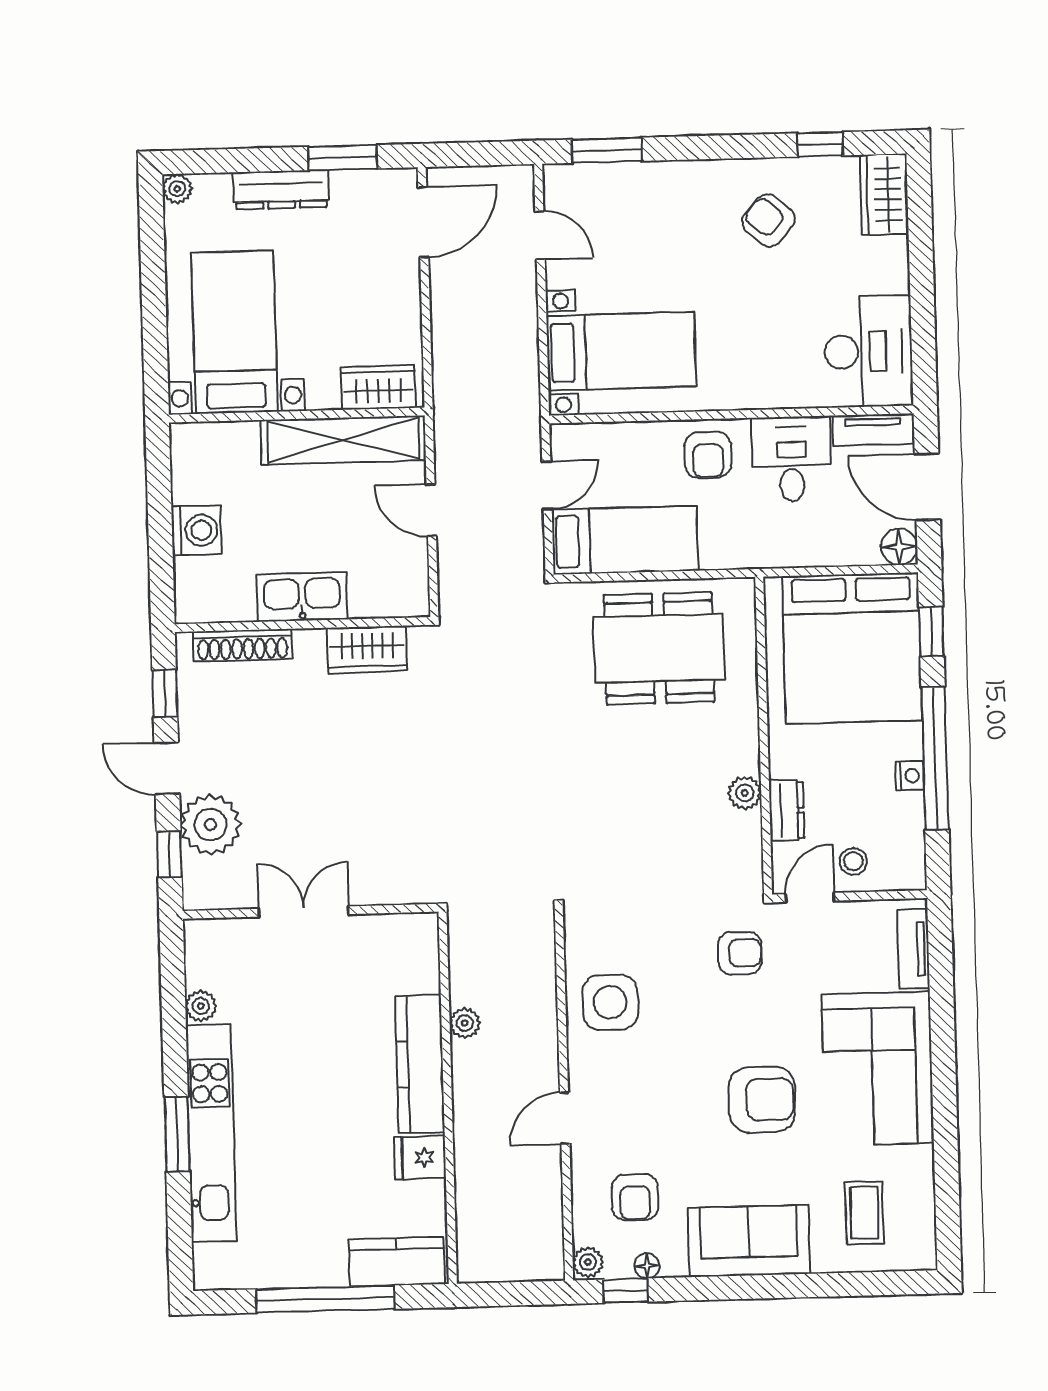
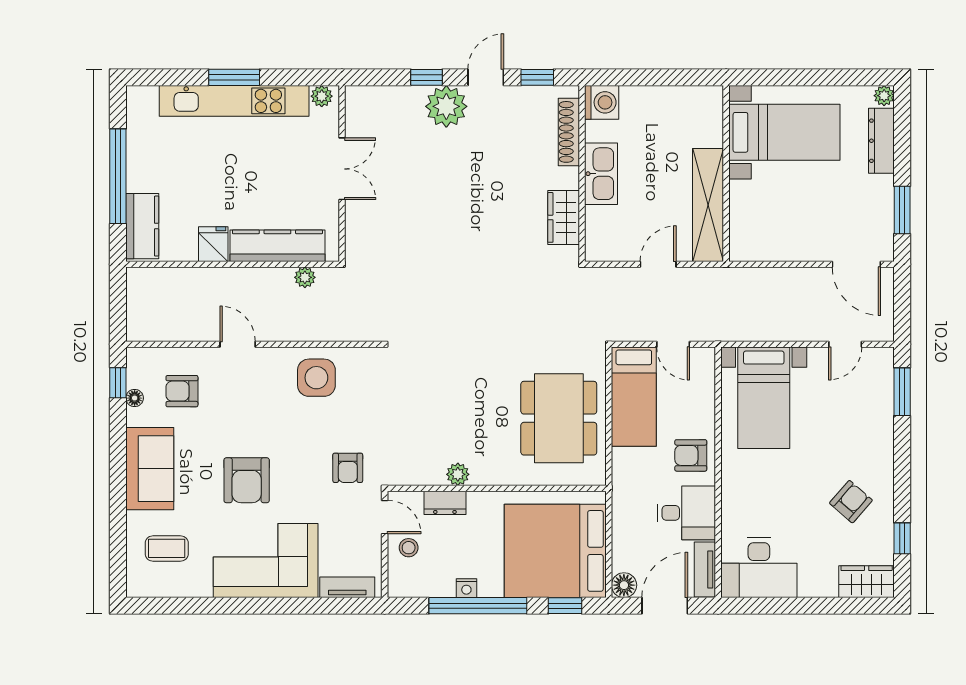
dresser: (281, 190) -> (881, 141), moved
wardrobe: (378, 387) -> (744, 230), removed
washing machine: (196, 530) -> (602, 102), moved, turned -90
wall: (311, 911) -> (342, 174), moved
double door: (304, 912) -> (342, 169), moved
plant: (588, 1262) -> (138, 357), removed

